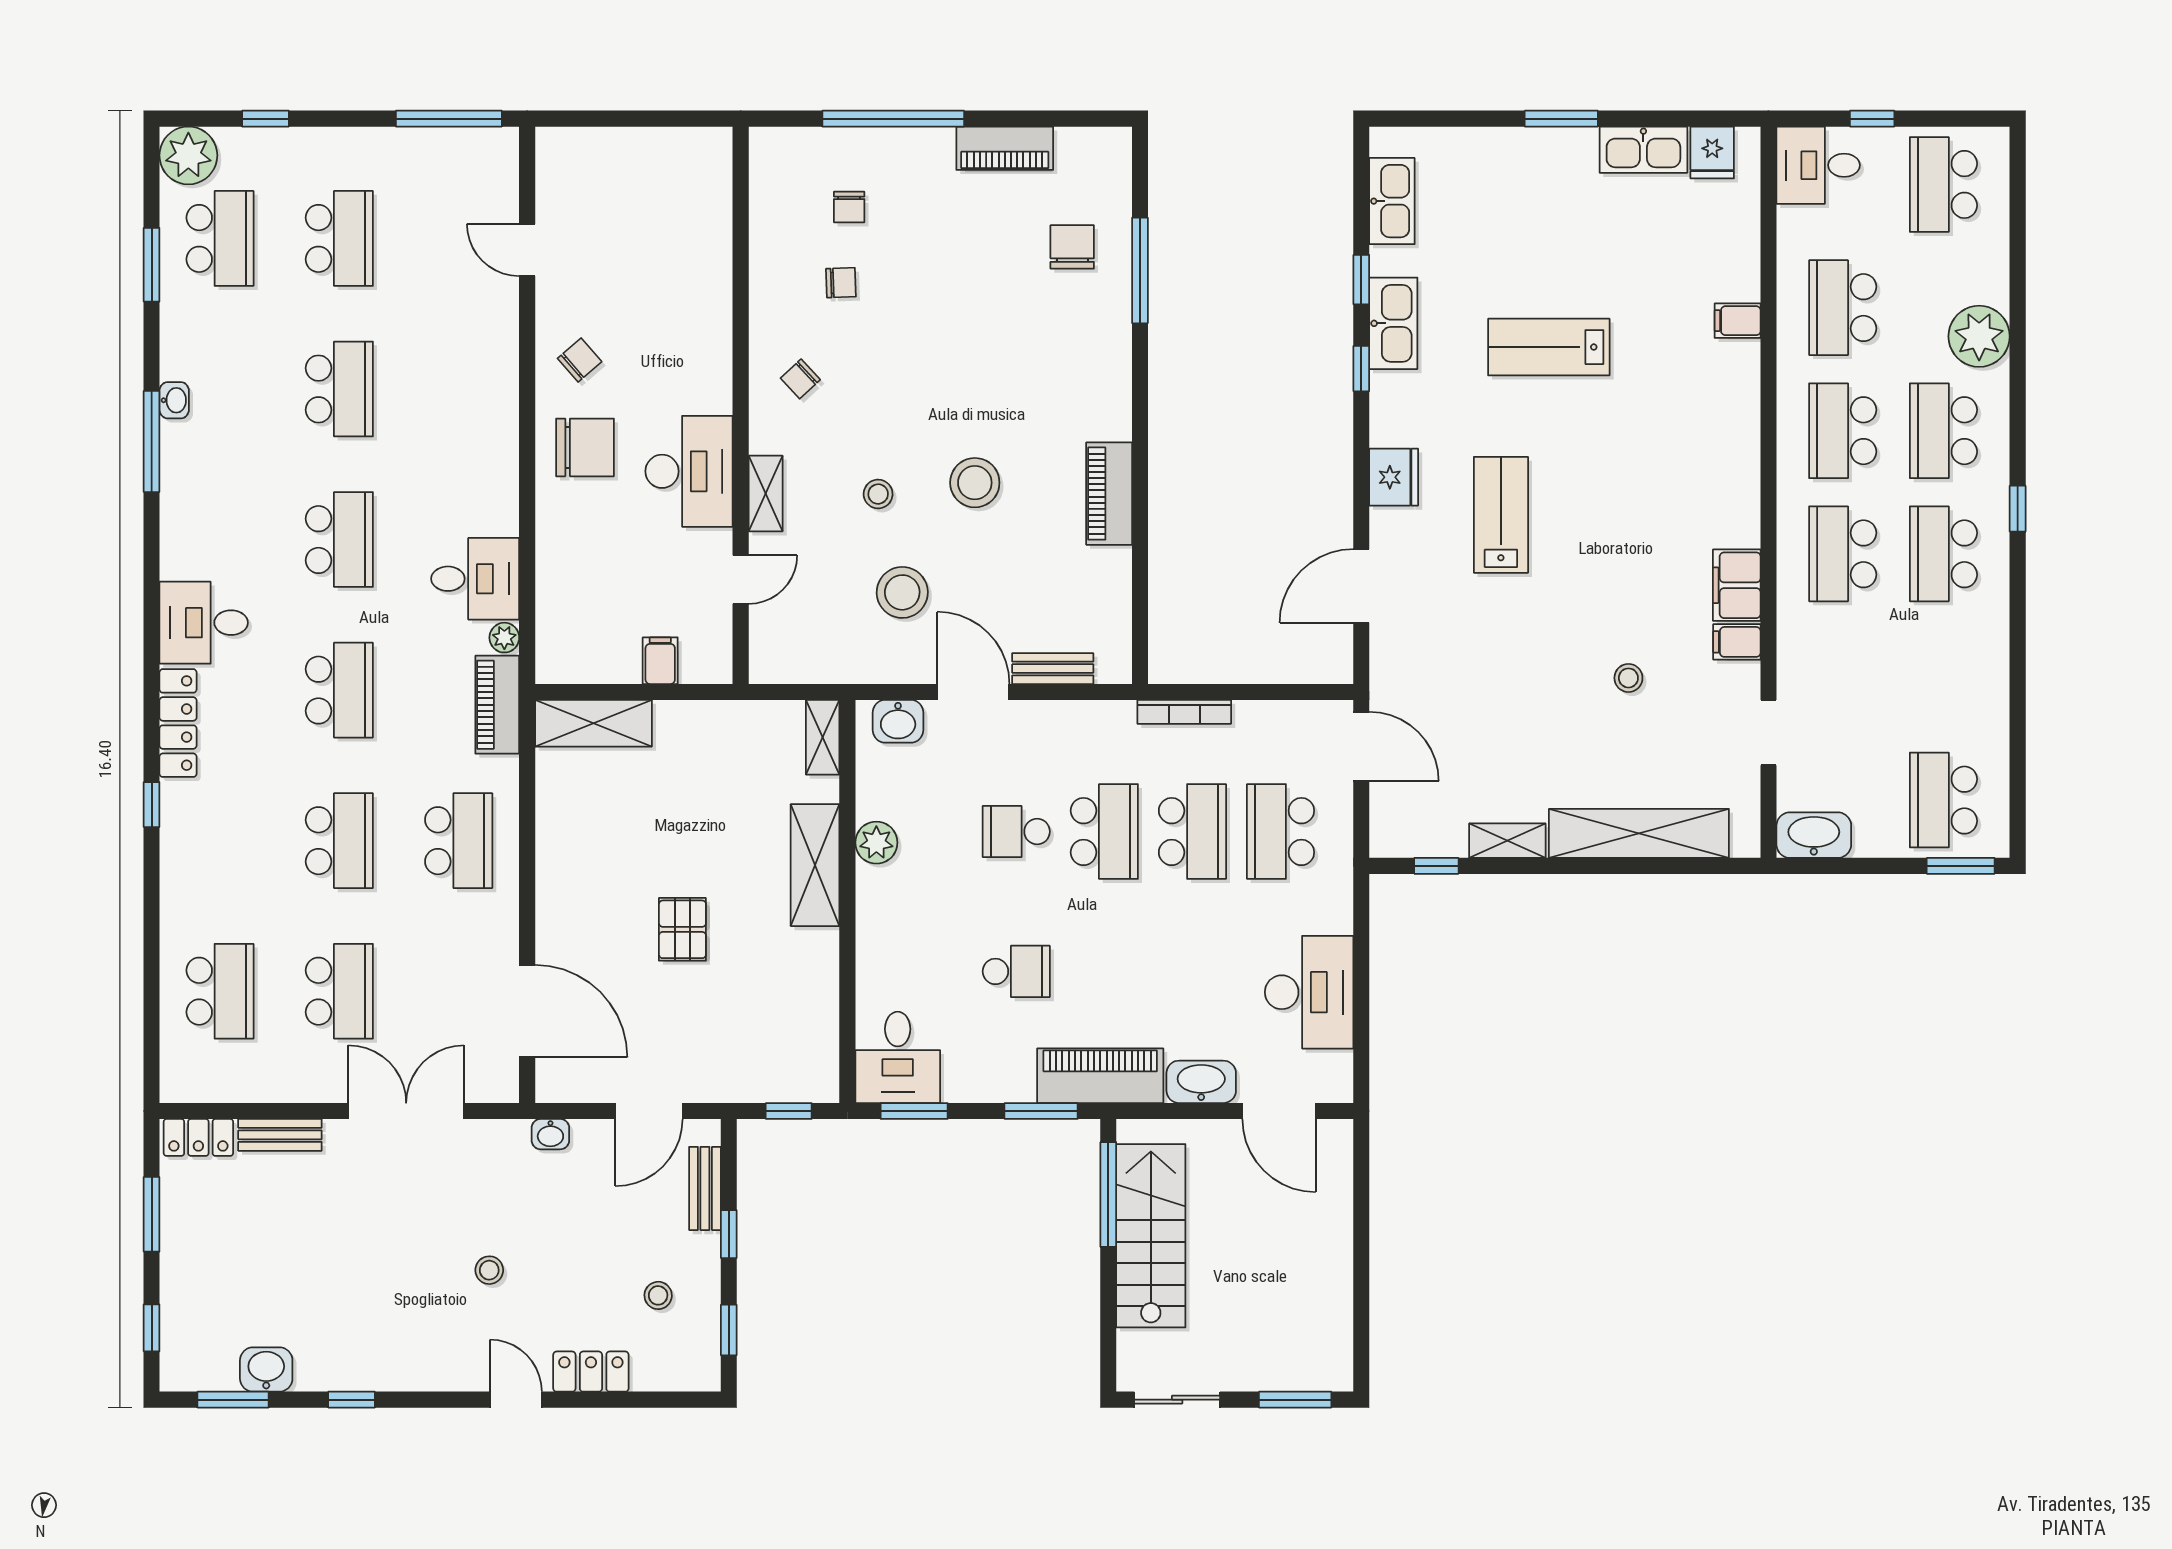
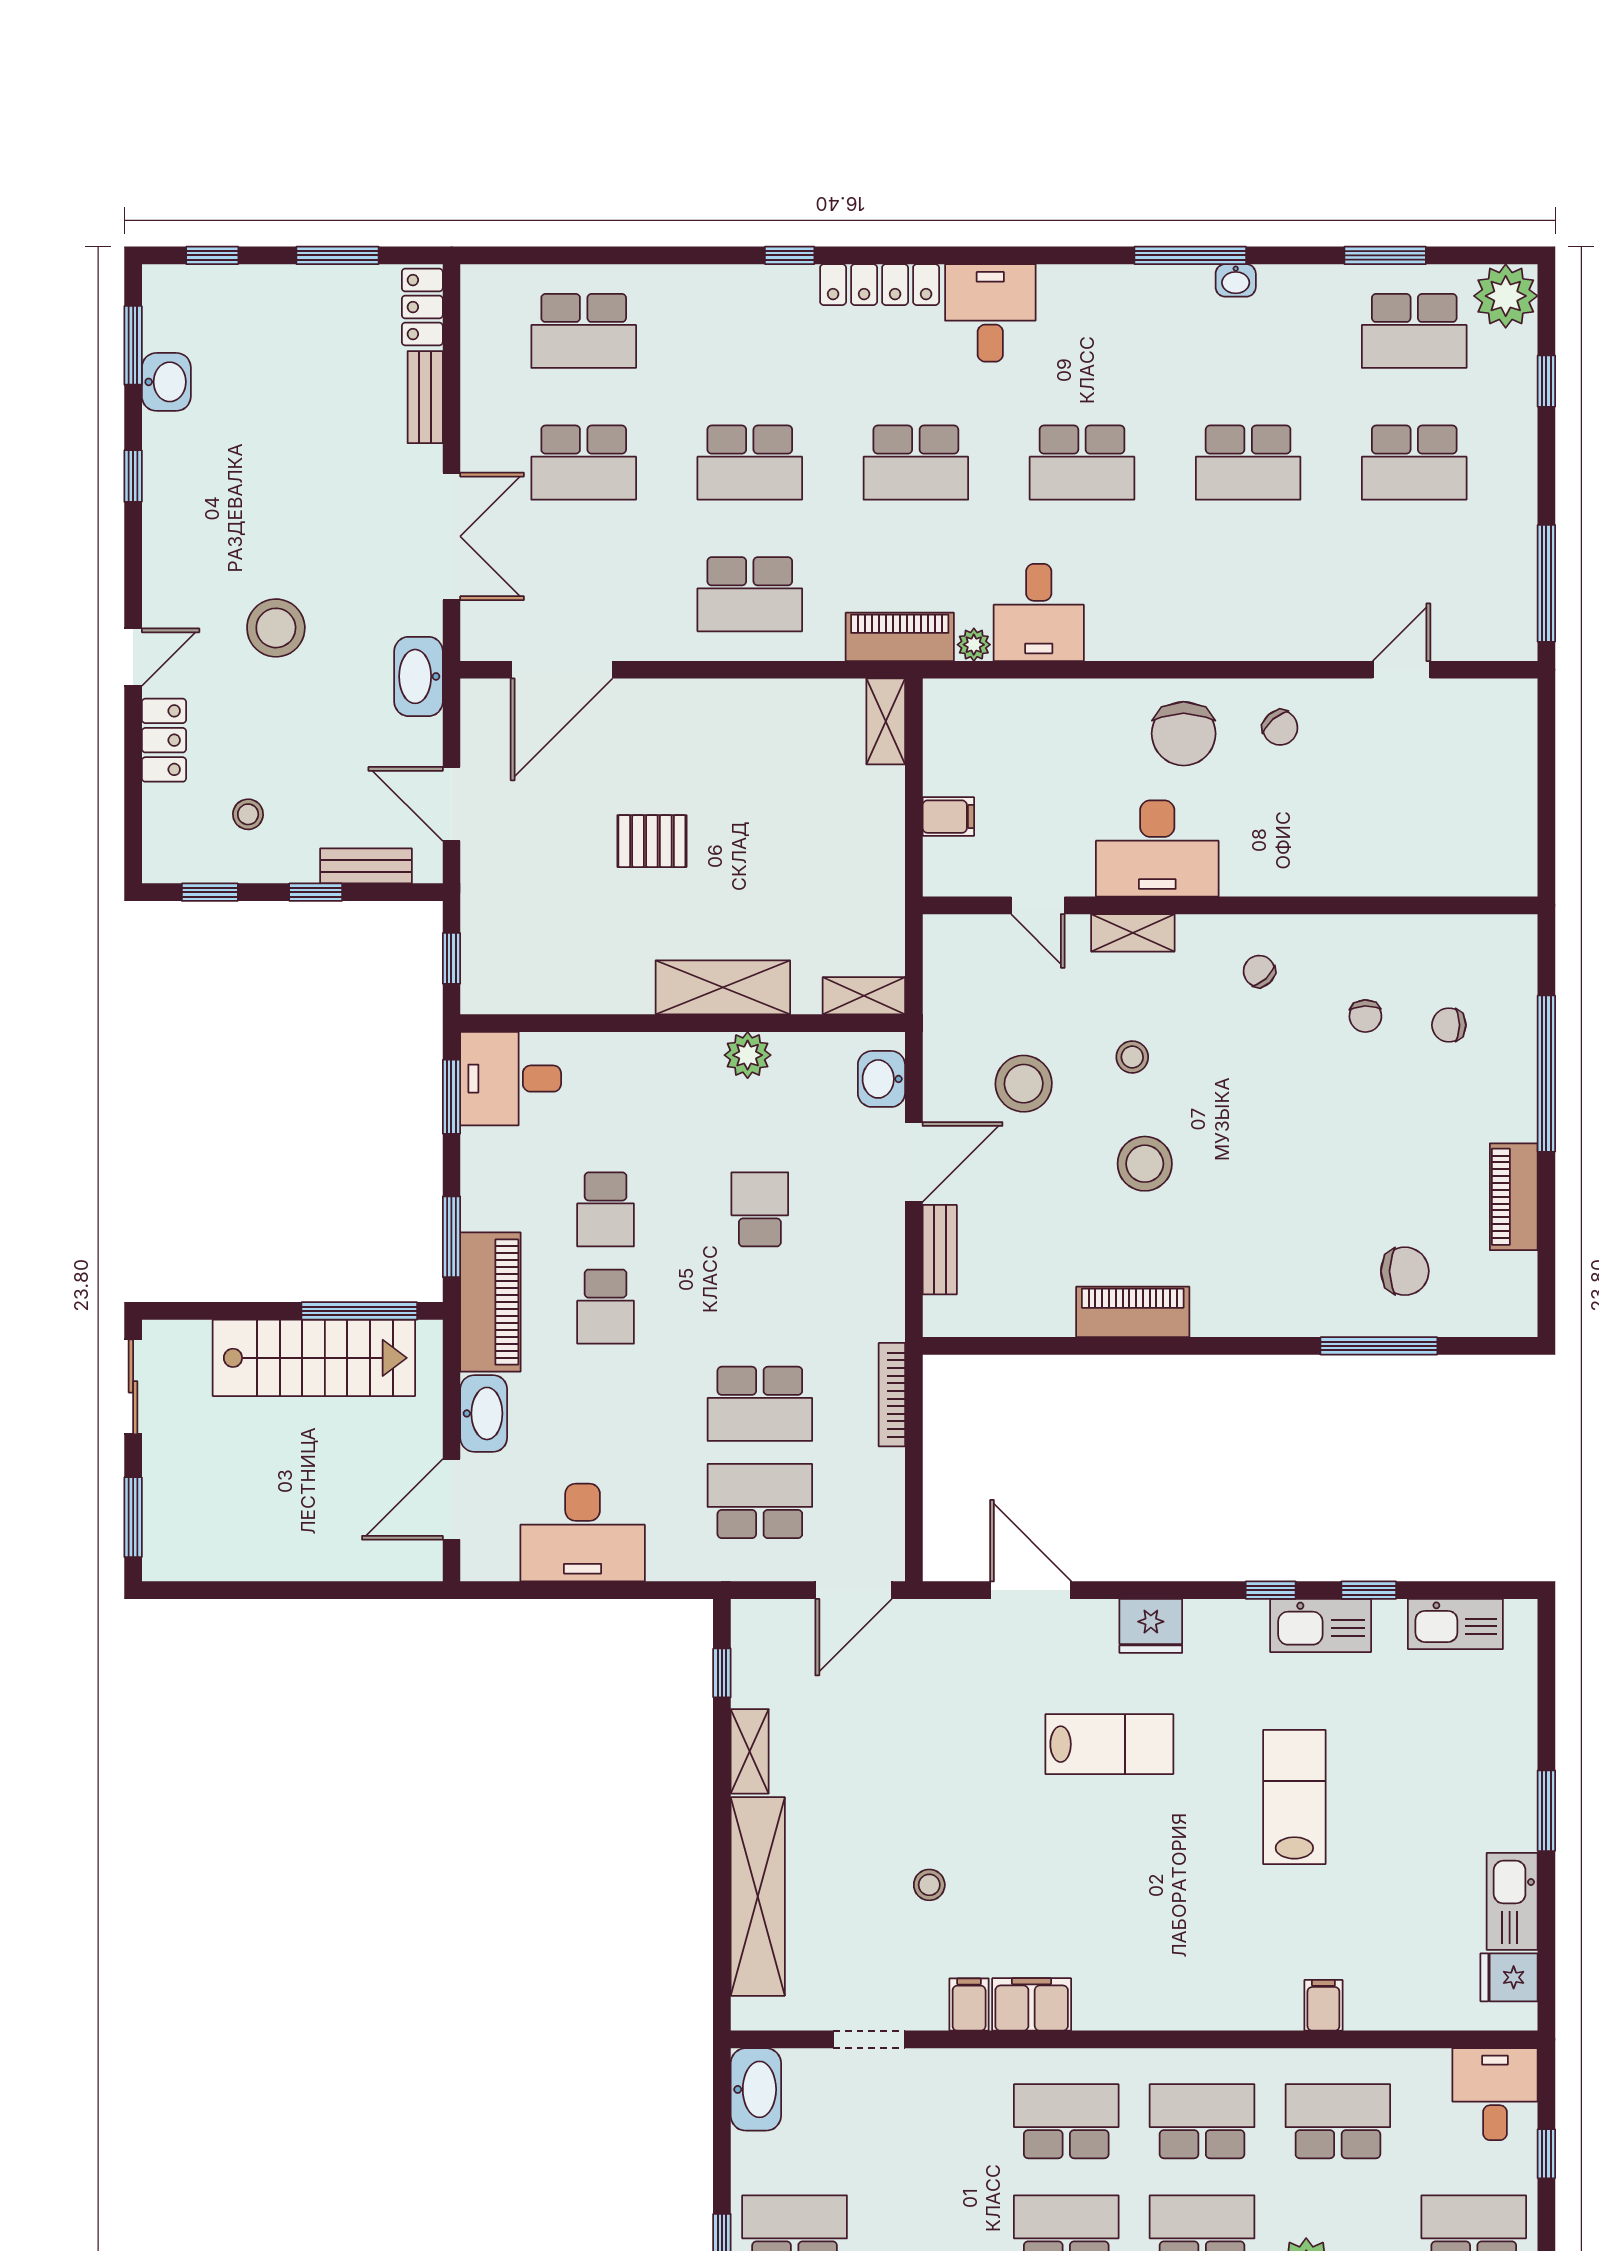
shelving: (593, 723) -> (886, 721), width x0.67, depth x0.75
school desk: (1104, 832) -> (606, 1307), moved, width x0.54
washbasin: (550, 1134) -> (418, 676), width x1.91, depth x1.45
stool: (489, 1270) -> (276, 628), width x1.89, depth x1.89

